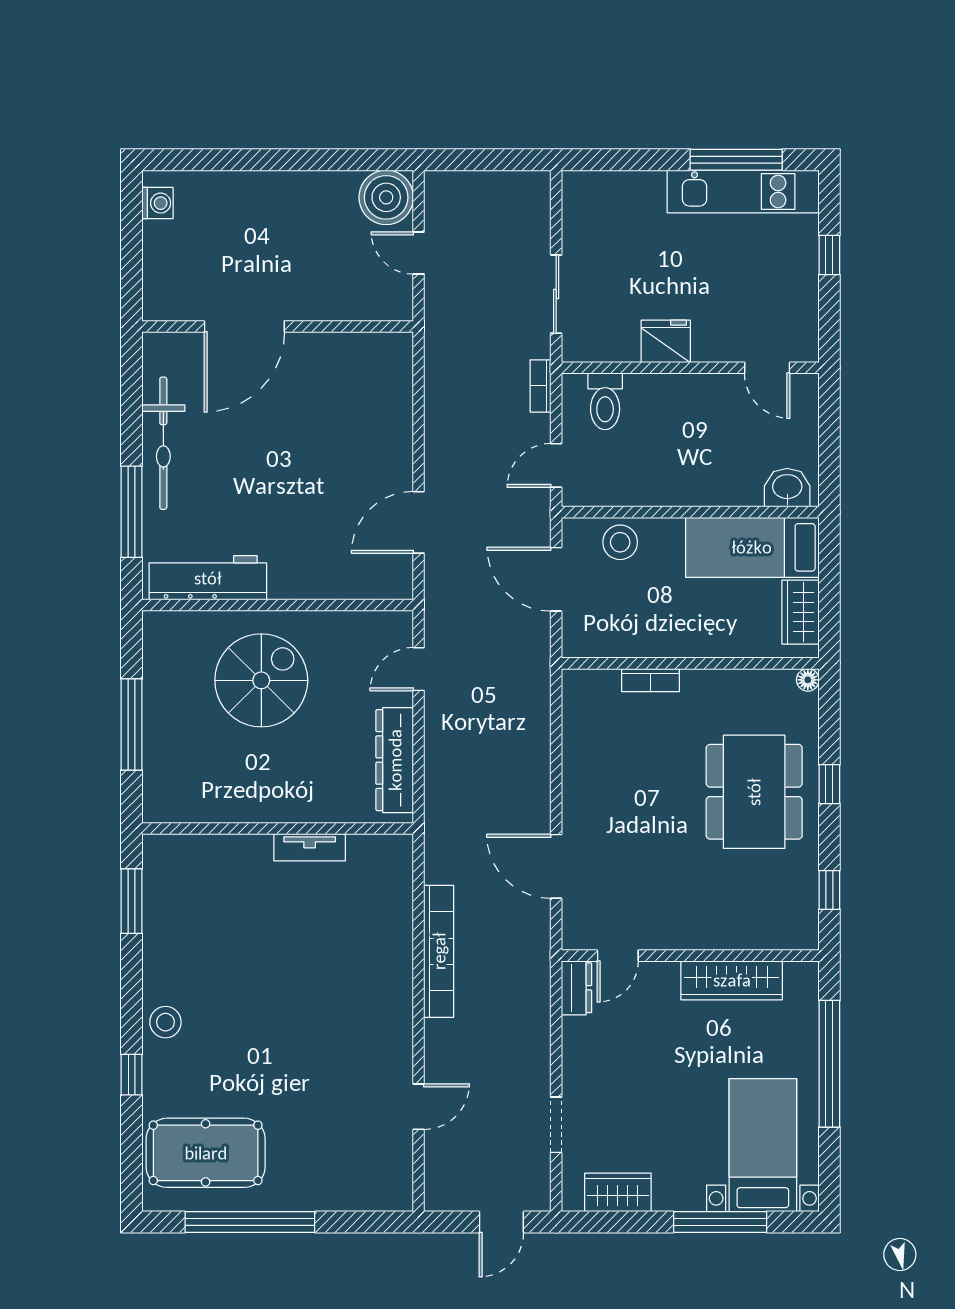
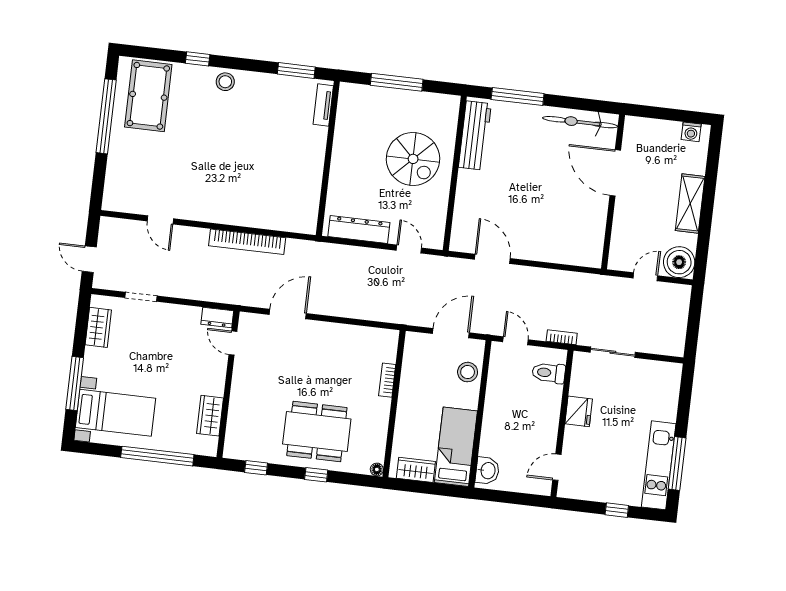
shelving: (282, 190) -> (690, 203), added
bicycle: (163, 443) -> (580, 122), moved
tv unit: (310, 847) -> (323, 105), moved
wardrobe: (732, 980) -> (210, 416), width x0.67

